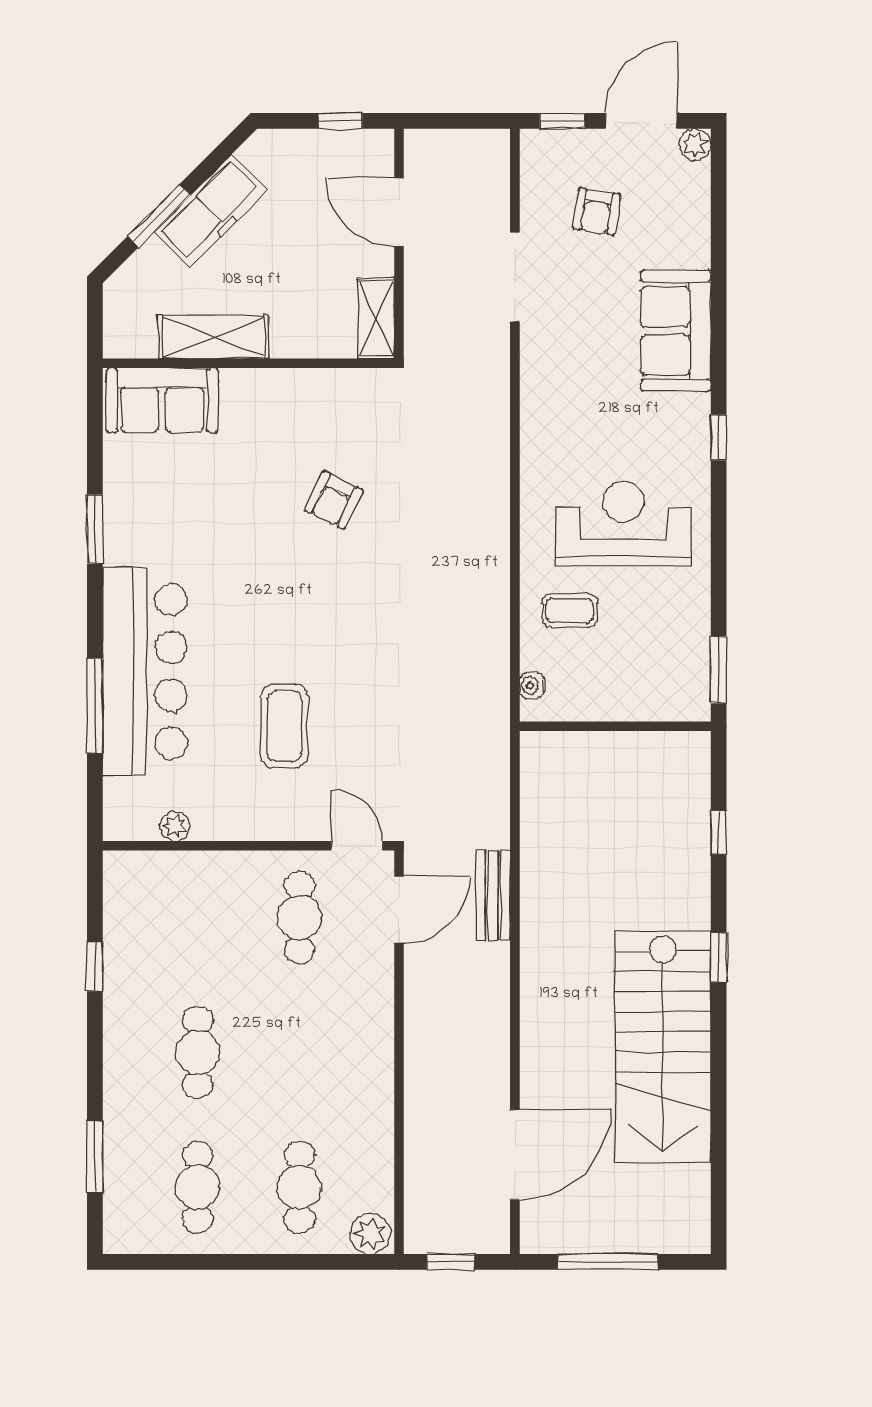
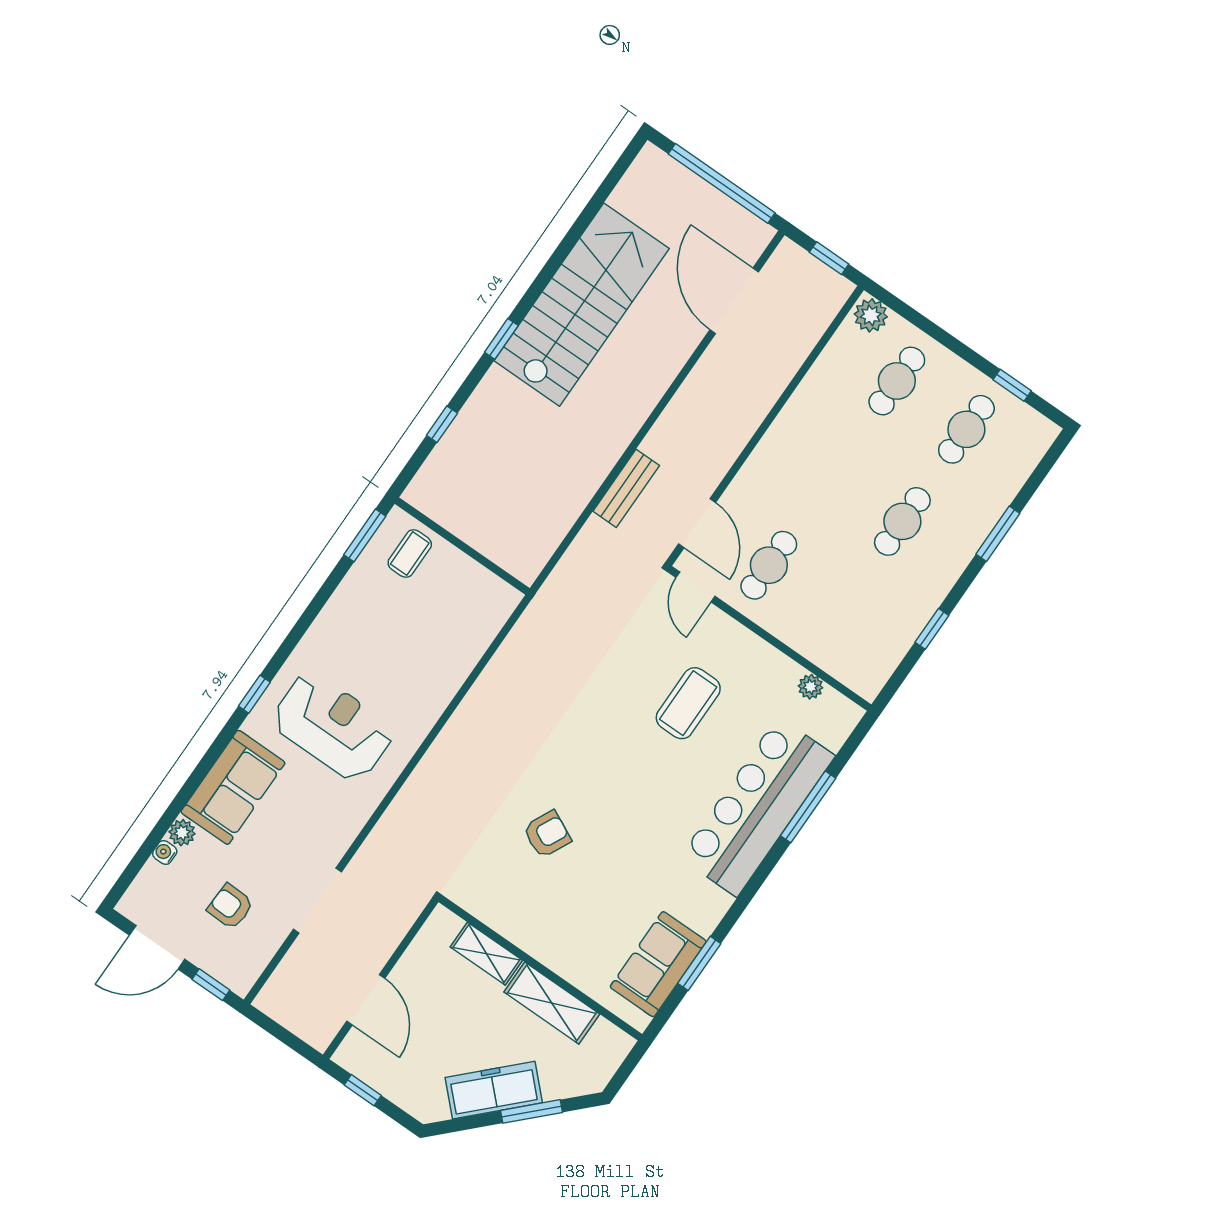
plant: (695, 145) -> (182, 833), moved
armchair: (597, 211) -> (230, 907), turned -97
shelving: (376, 318) -> (486, 954), moved, turned 90
sofa: (162, 400) -> (658, 964), moved, turned -90
reception desk: (624, 524) -> (333, 726), moved, turned 180
window: (95, 529) -> (699, 963), moved
coffee table: (570, 610) -> (410, 554), moved, turned 90
water cooler: (532, 686) -> (165, 852), moved, turned 180
door: (399, 910) -> (697, 523), swing flipped
door: (515, 1155) -> (734, 301), hinge flipped
window: (95, 1157) -> (998, 534), moved
window: (183, 1262) -> (1012, 385), added
window: (608, 1262) -> (722, 183), width x1.46

